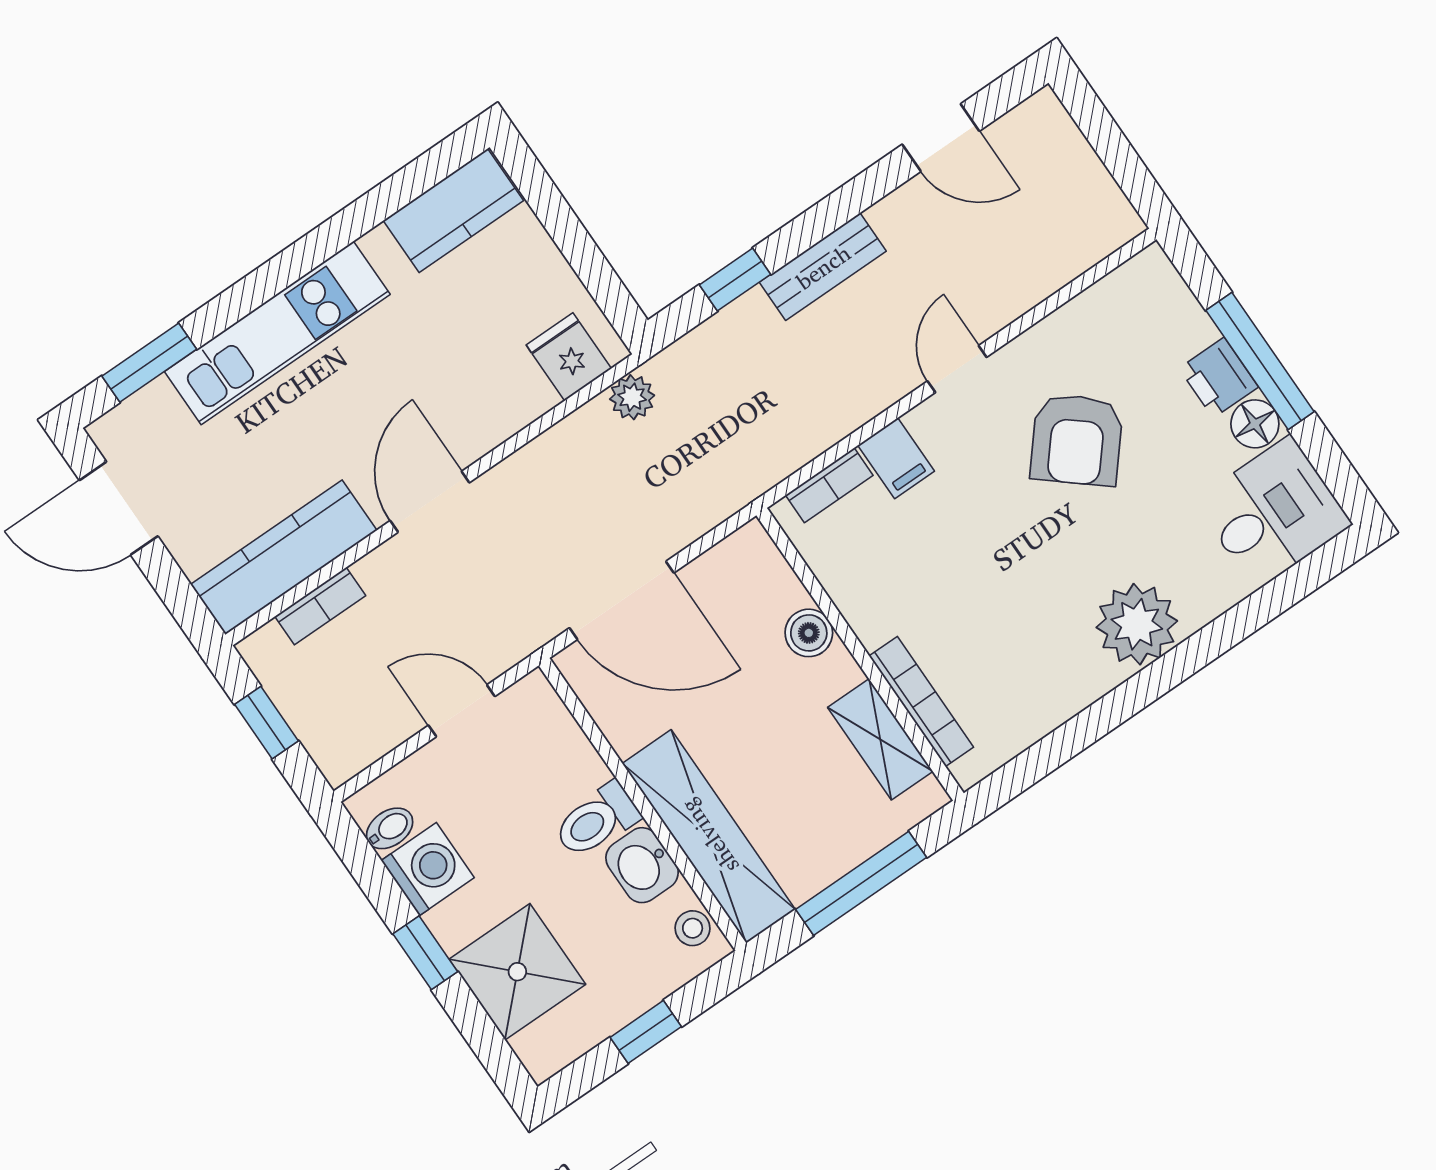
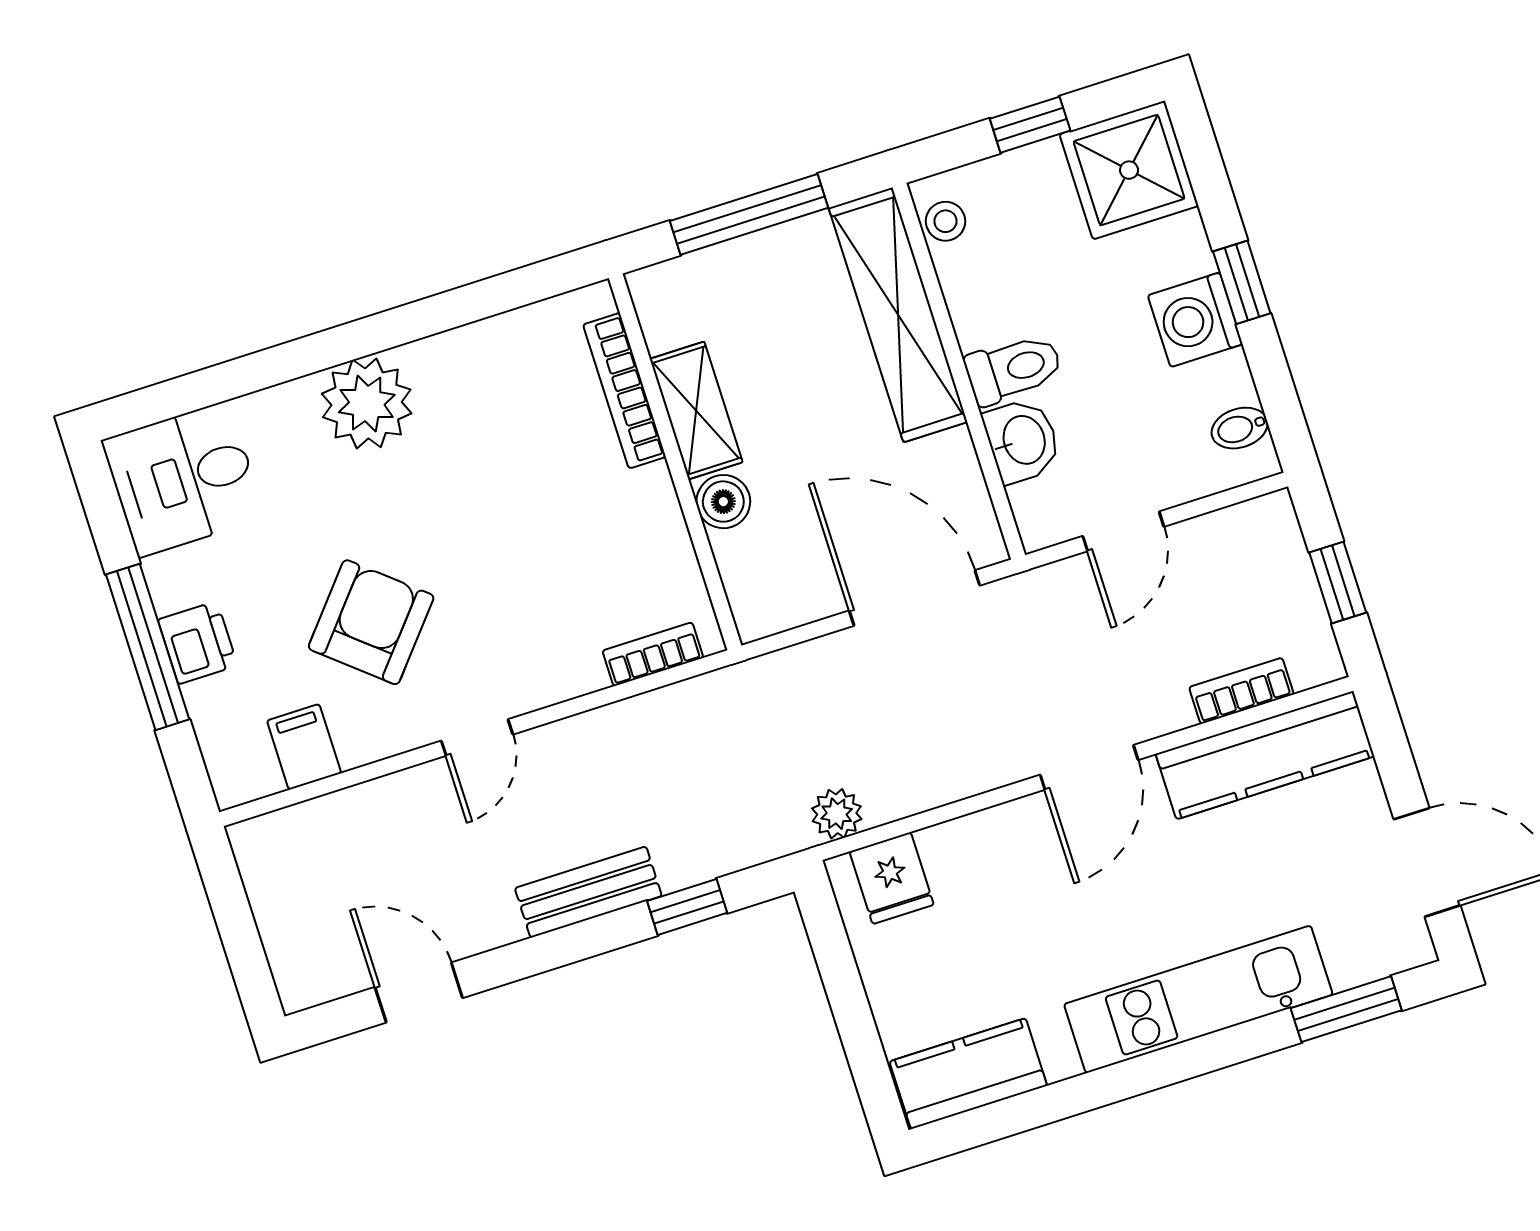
floor lamp: (1255, 424) -> (174, 581), removed
filing cabinet: (896, 458) -> (304, 747), moved
door: (462, 711) -> (1123, 531), hinge flipped
shelving: (880, 739) -> (696, 411), moved
washbasin: (642, 865) -> (1022, 440), moved
washing machine: (428, 869) -> (1195, 320), moved
shower: (517, 972) -> (1129, 170), moved

